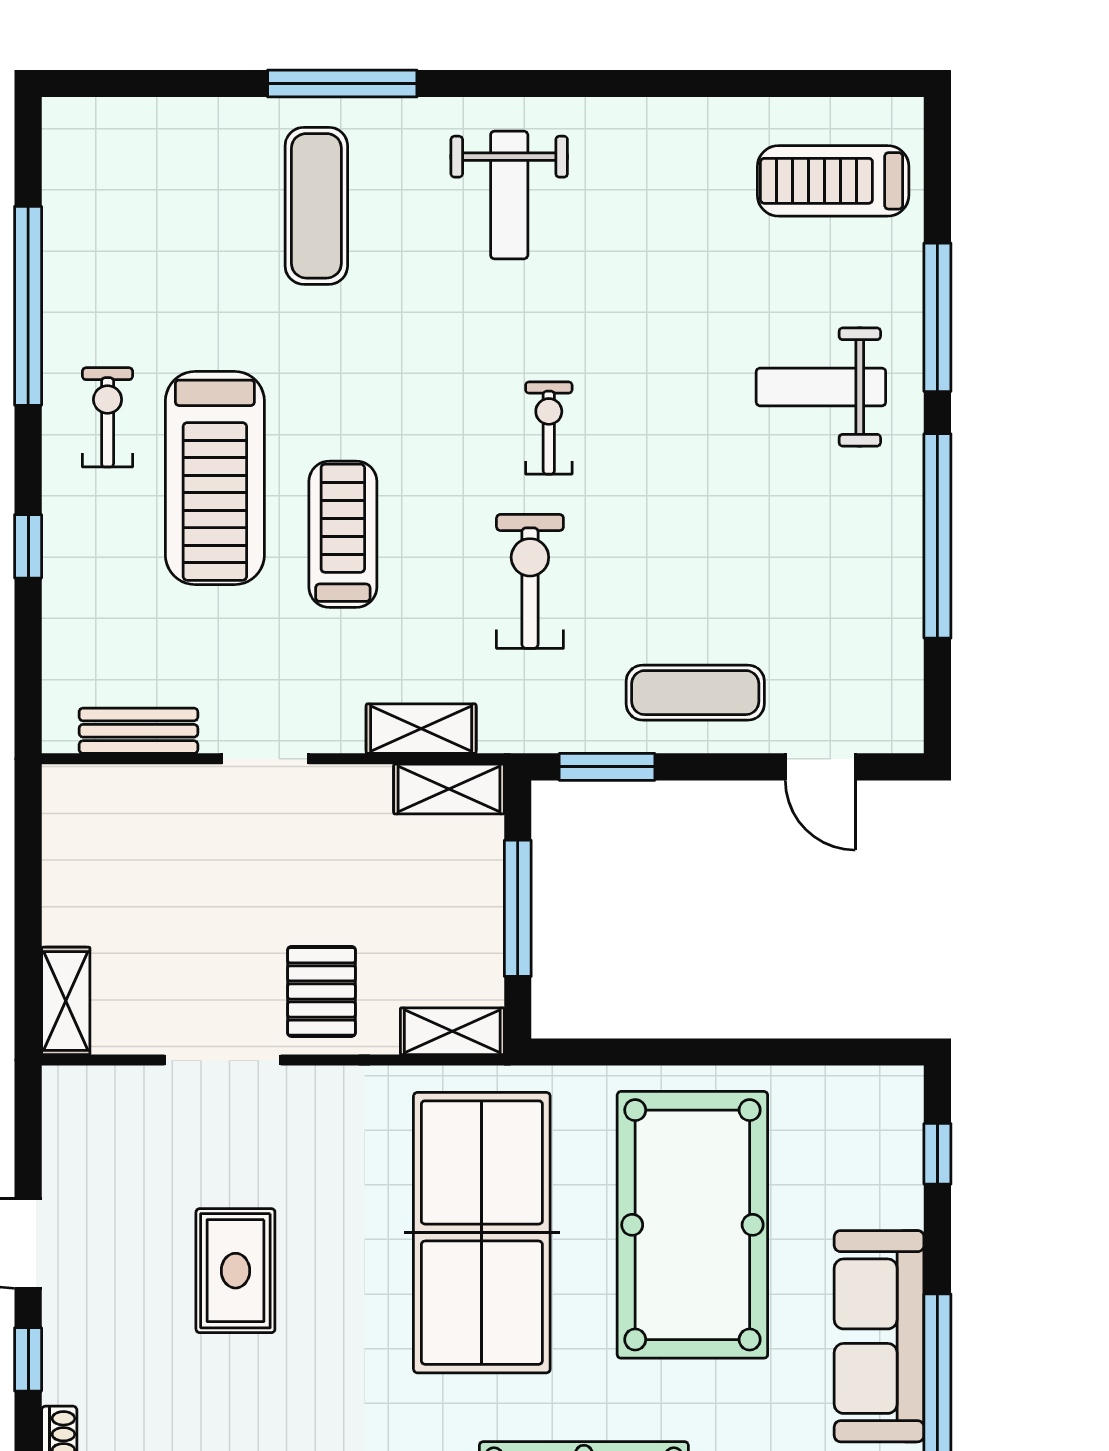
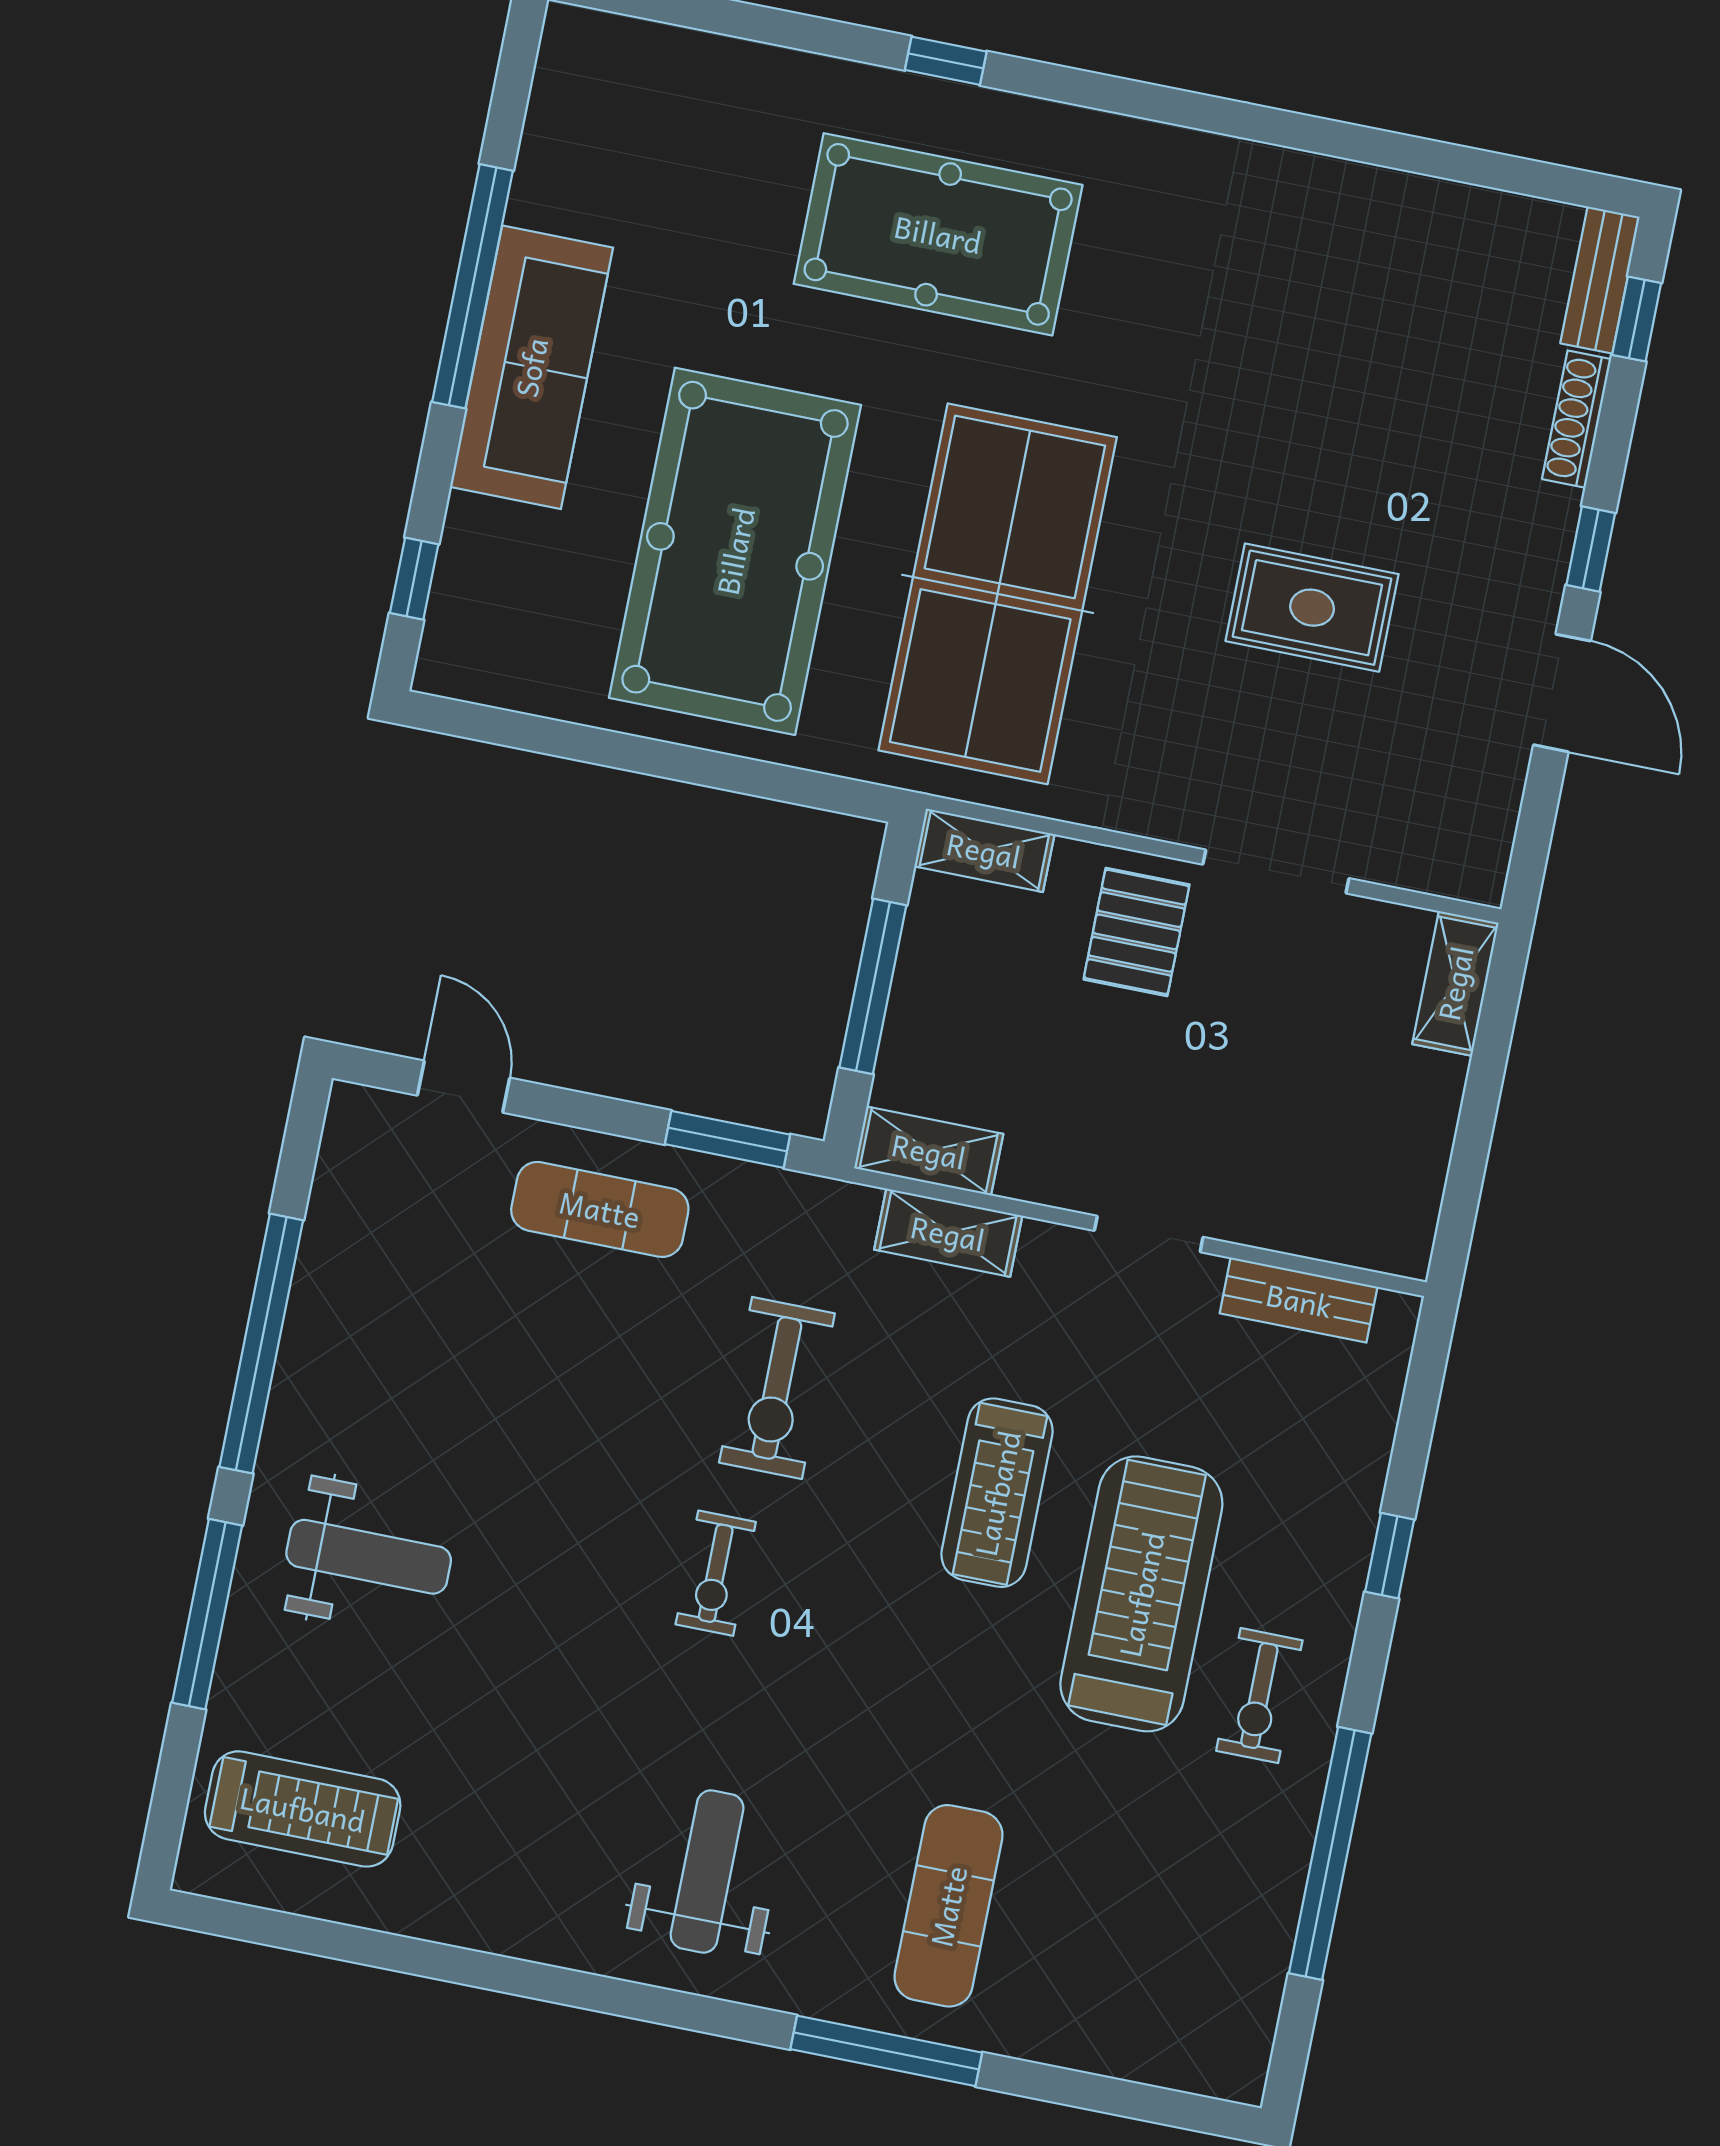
rug: (235, 1271) -> (1312, 608), turned 90

